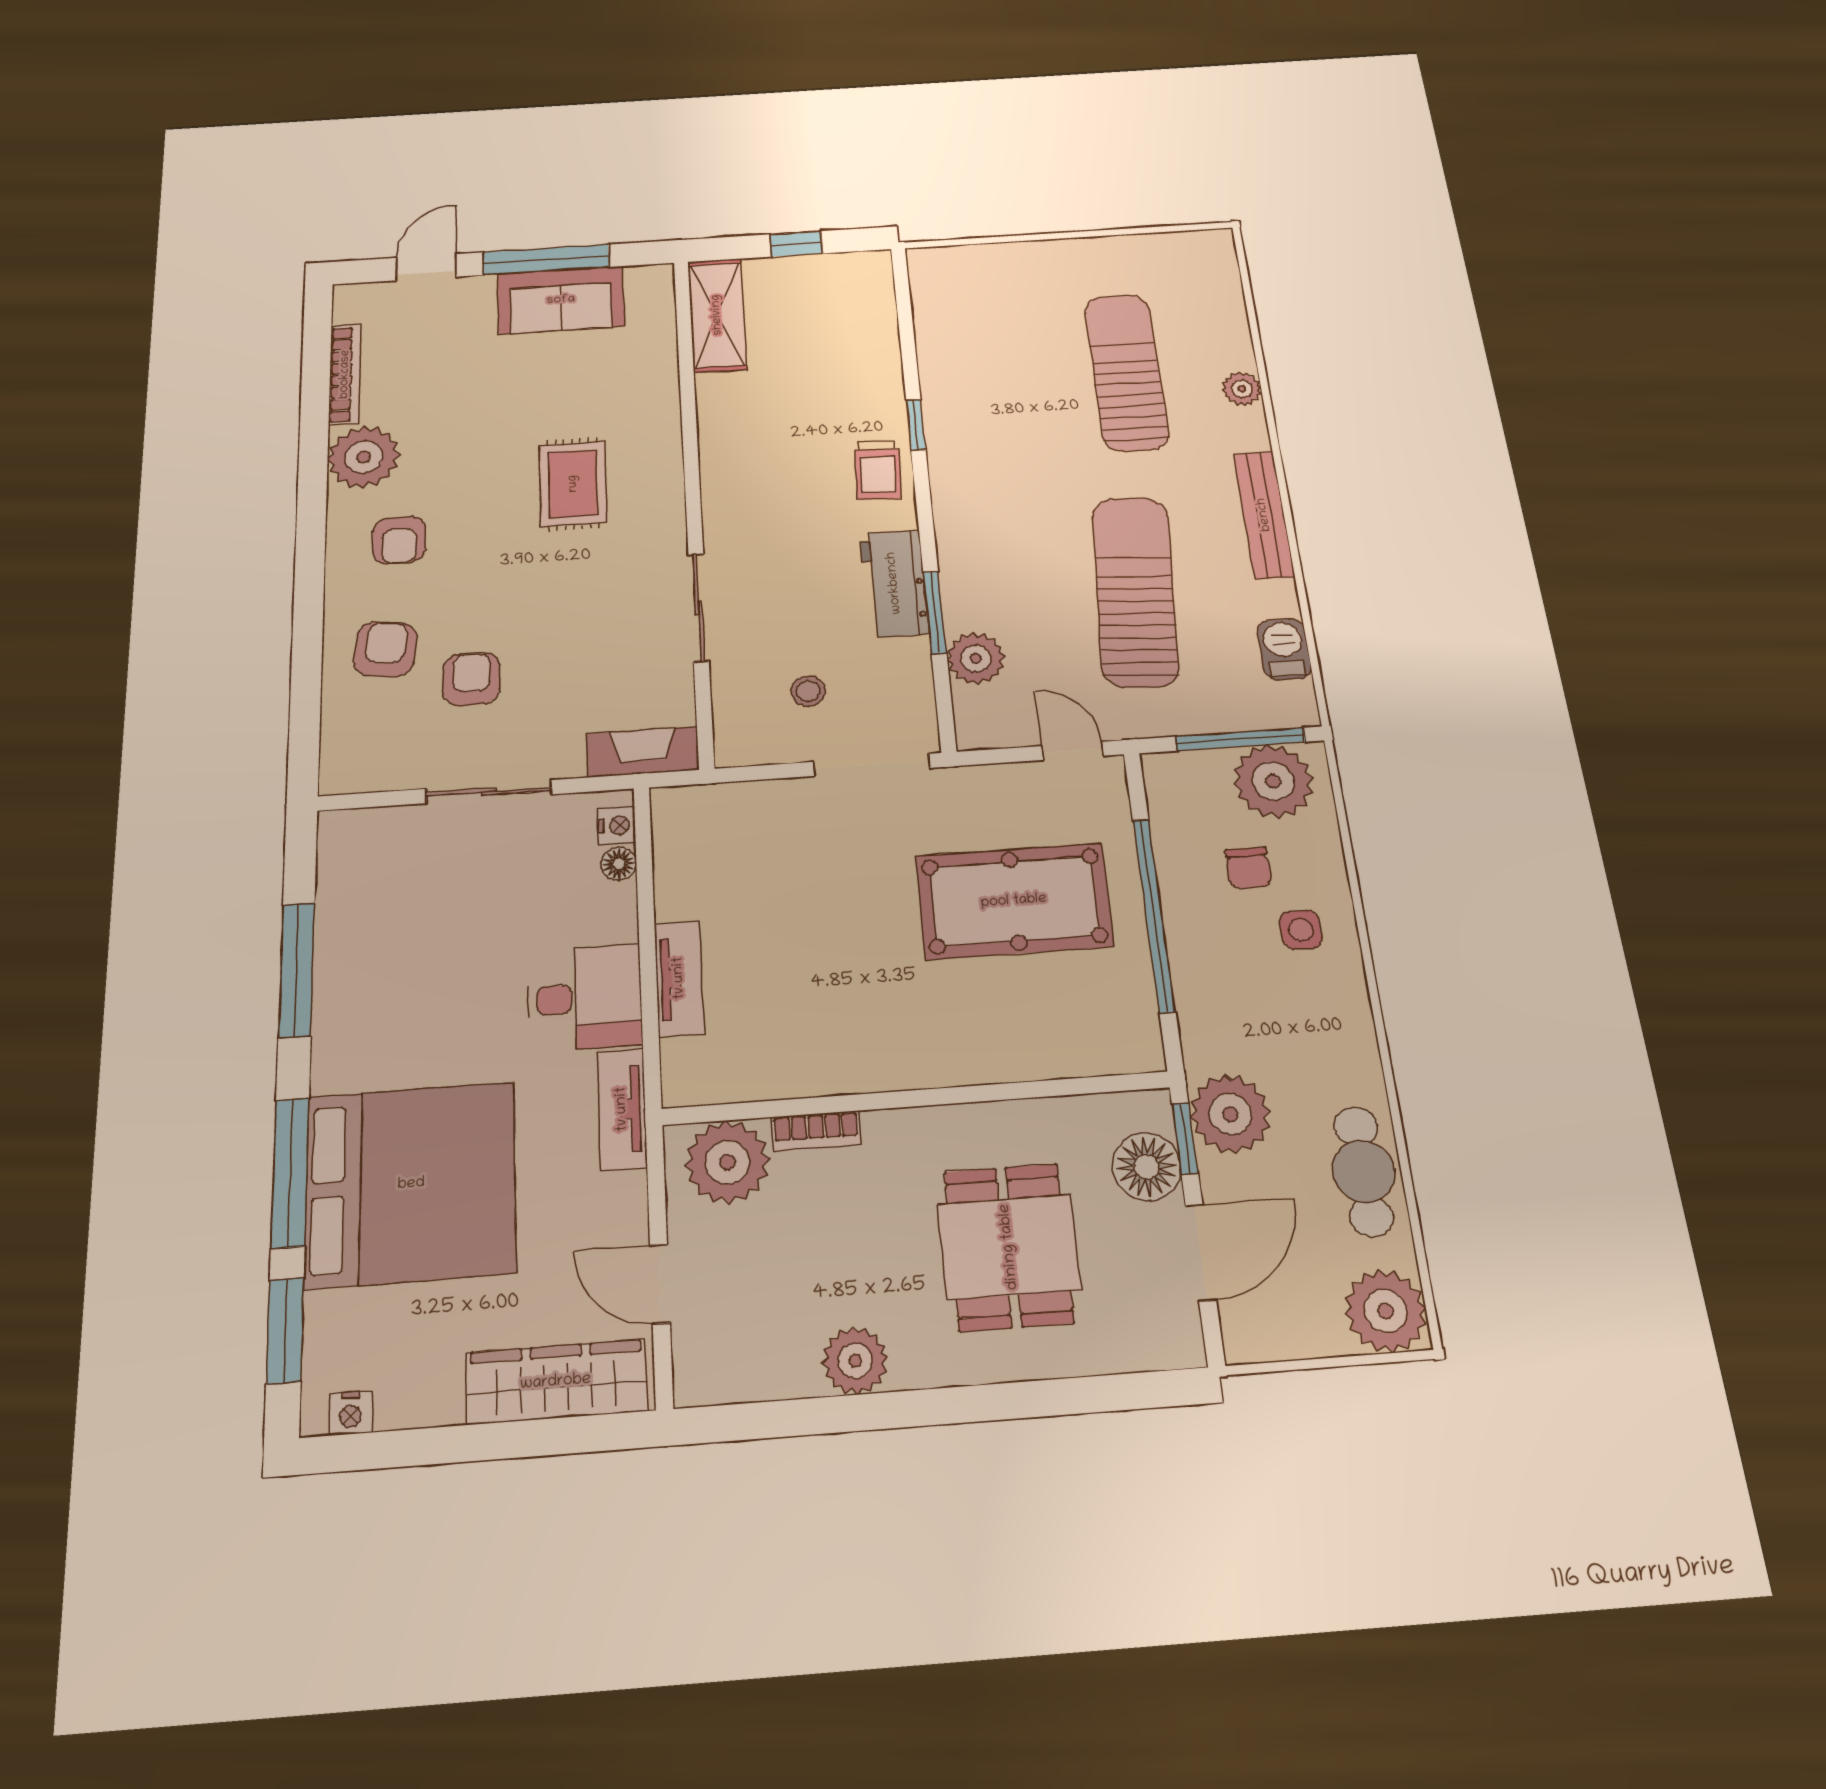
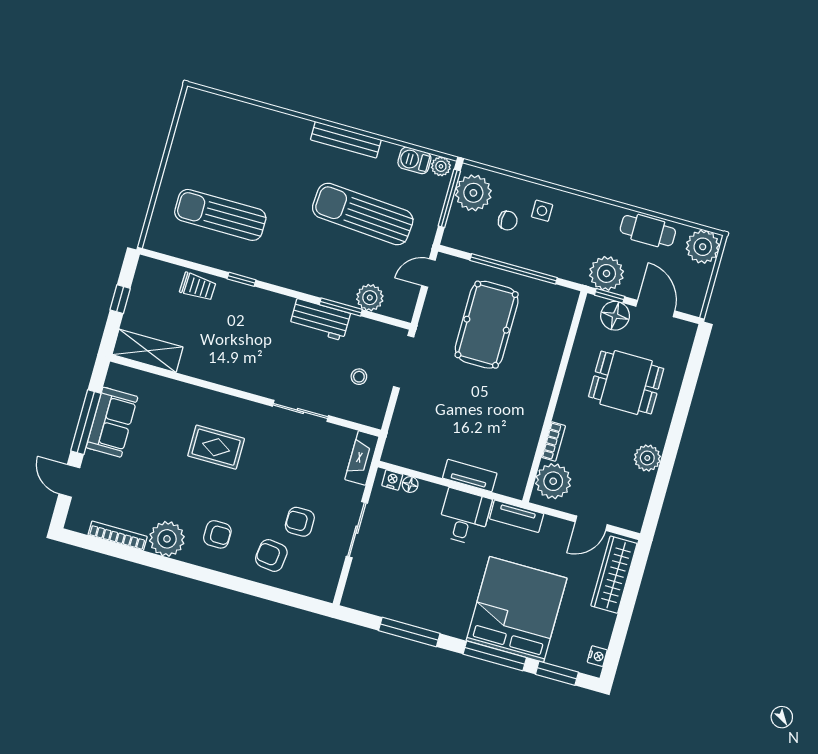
sun lounger: (1126, 372) -> (220, 215), moved
plant: (1242, 389) -> (441, 166), moved
trolley: (878, 470) -> (198, 287), moved

